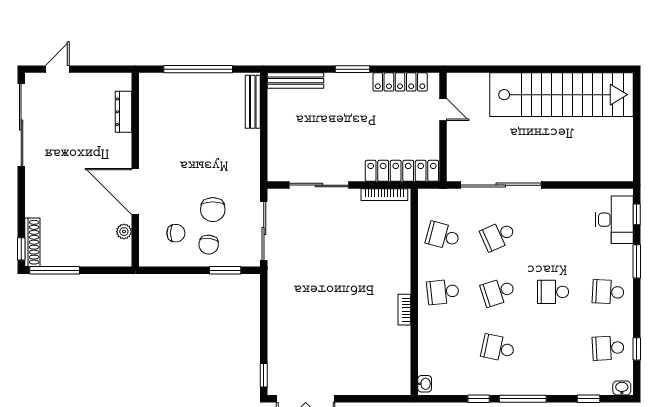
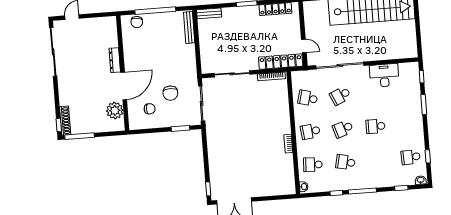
bench: (296, 81) -> (209, 13), width x0.73
door: (443, 109) -> (304, 46), moved
dresser: (124, 112) -> (115, 60), moved
door: (135, 191) -> (124, 86), swing flipped
desk: (614, 220) -> (384, 75), moved, turned -90
plant: (124, 232) -> (115, 110), width x1.88, depth x1.88
chair: (209, 245) -> (137, 22), moved
school desk: (608, 292) -> (313, 165), moved

